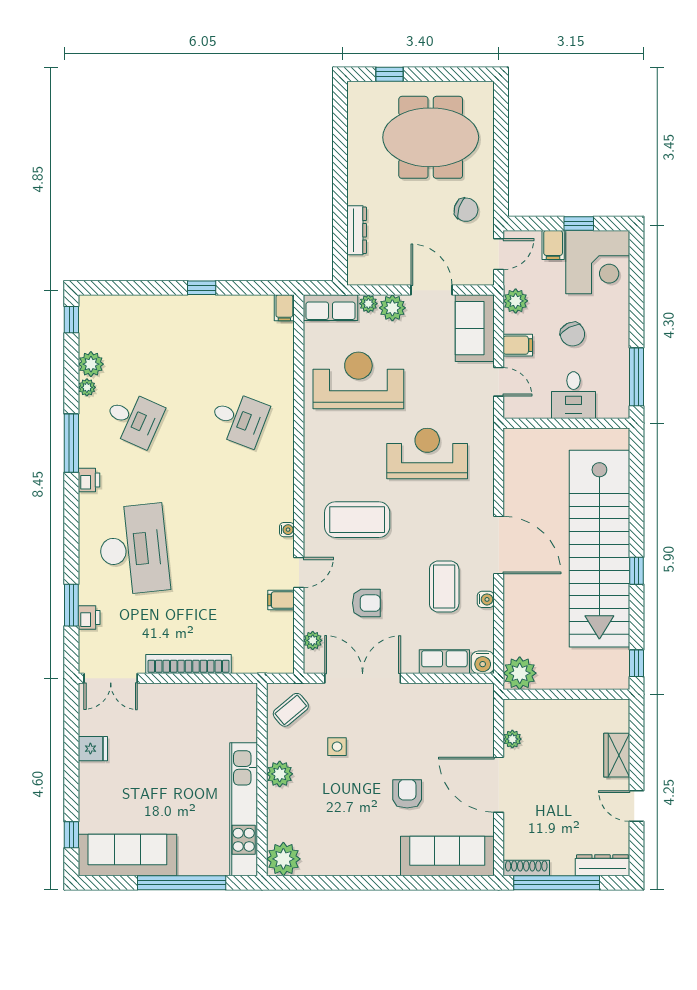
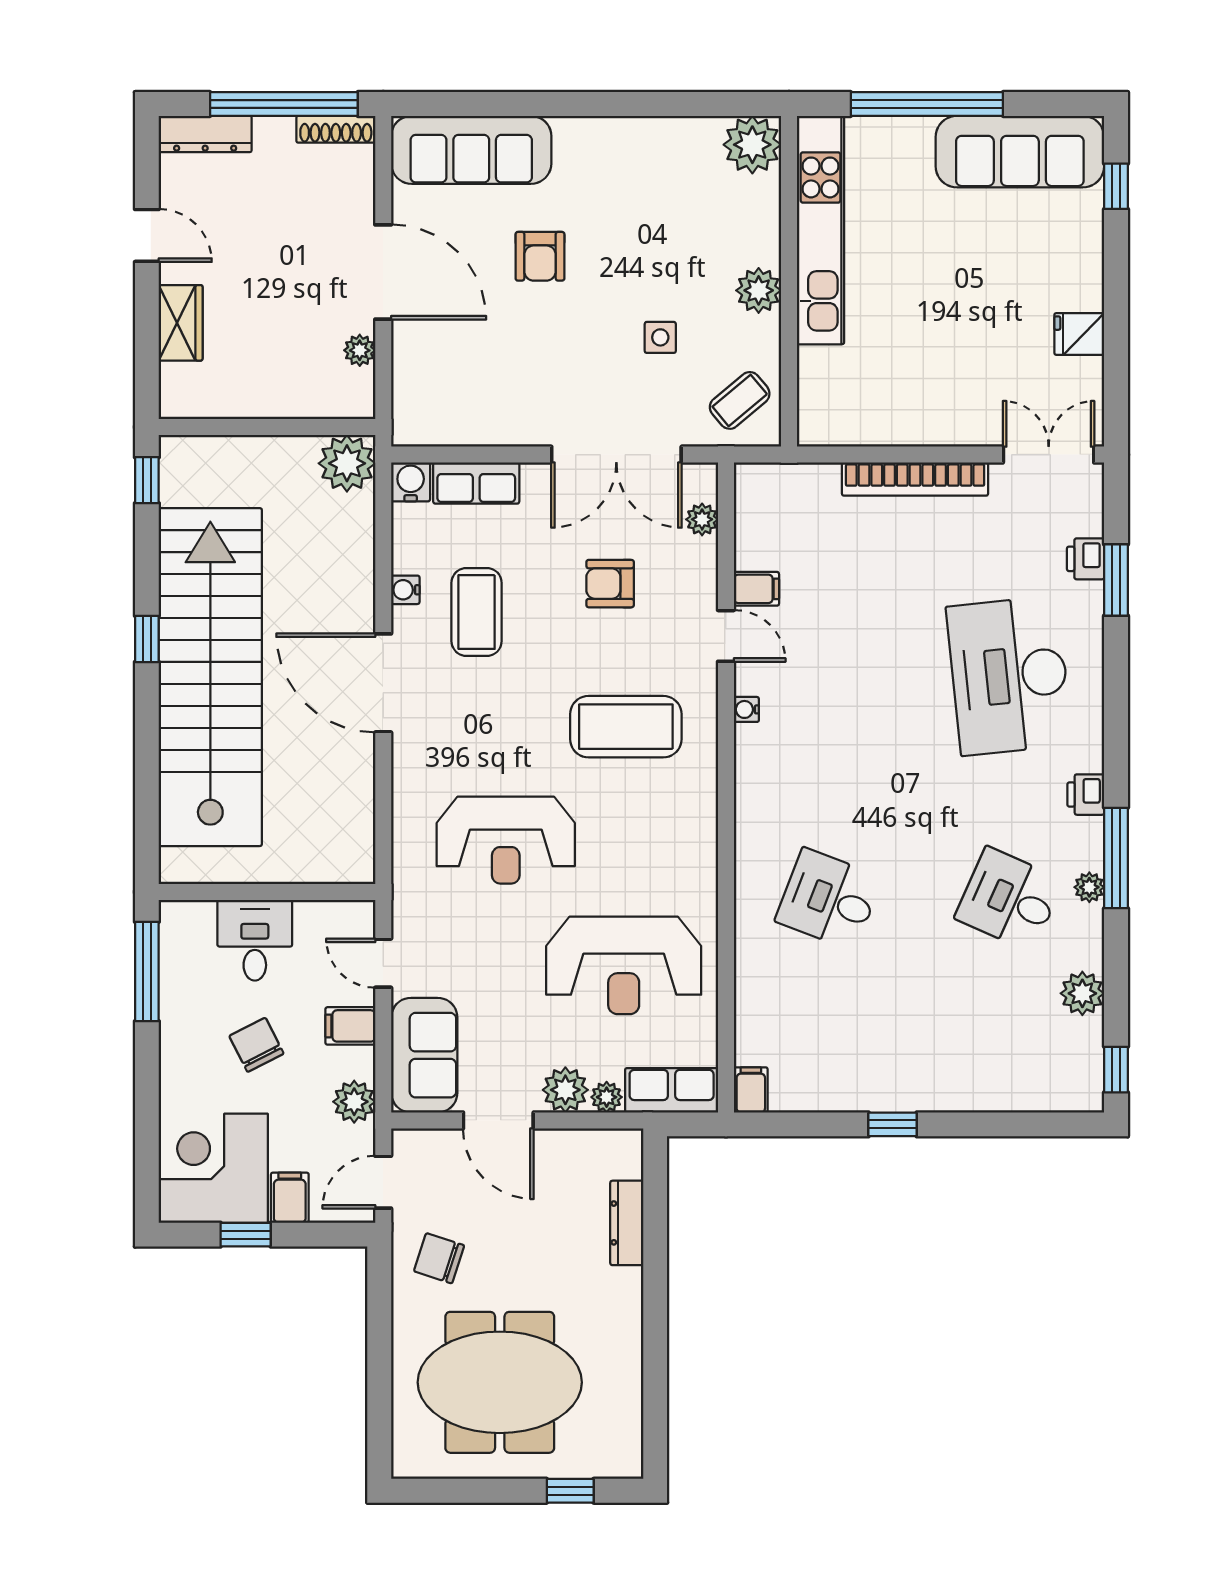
plant: (87, 387) -> (1089, 887), moved
door: (299, 573) -> (726, 636), swing flipped

